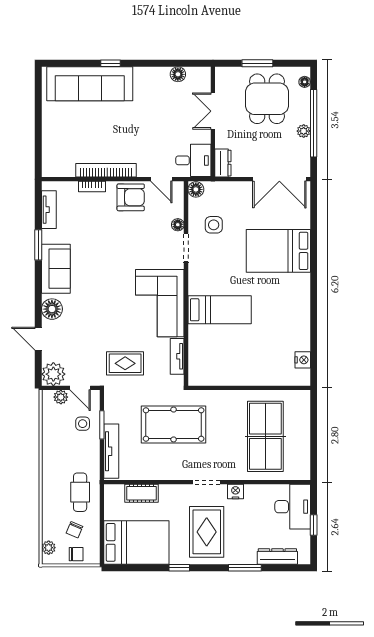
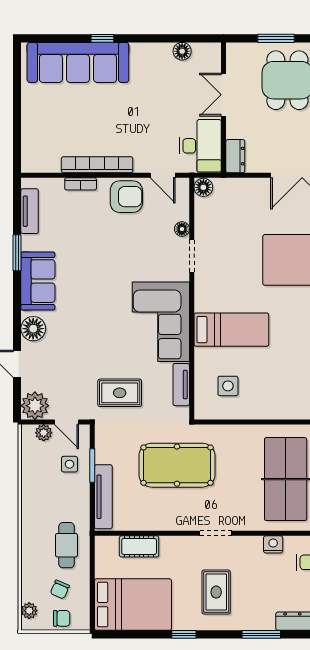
desk: (193, 160) -> (200, 146), width x1.37
side table: (214, 225) -> (228, 386), moved
nightstand: (236, 492) -> (273, 544), moved
rug: (207, 532) -> (216, 592), width x0.73, depth x0.70

